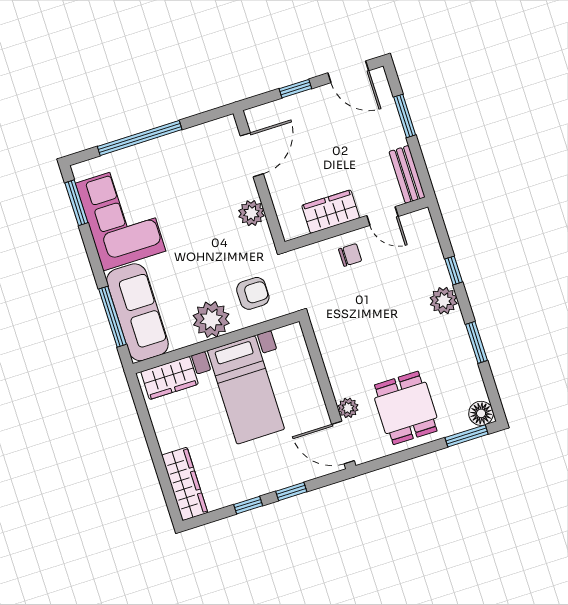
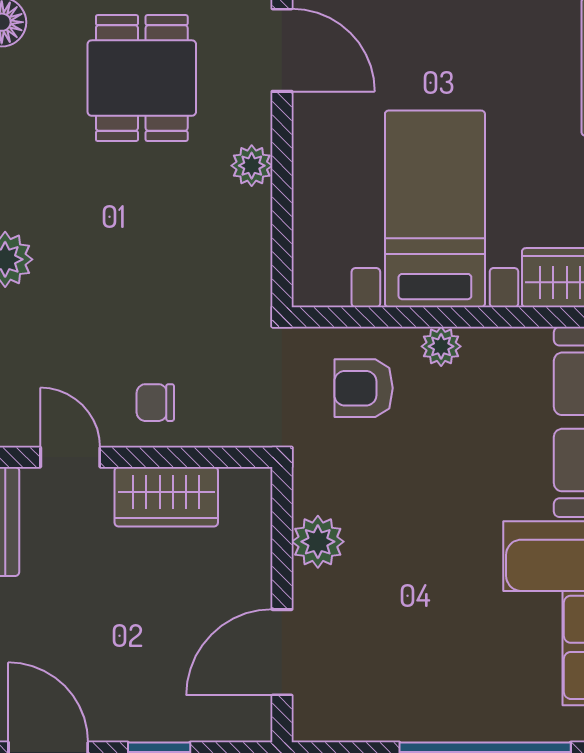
plant: (211, 319) -> (441, 346), width x0.53, depth x0.53
plant: (348, 408) -> (252, 166), moved

